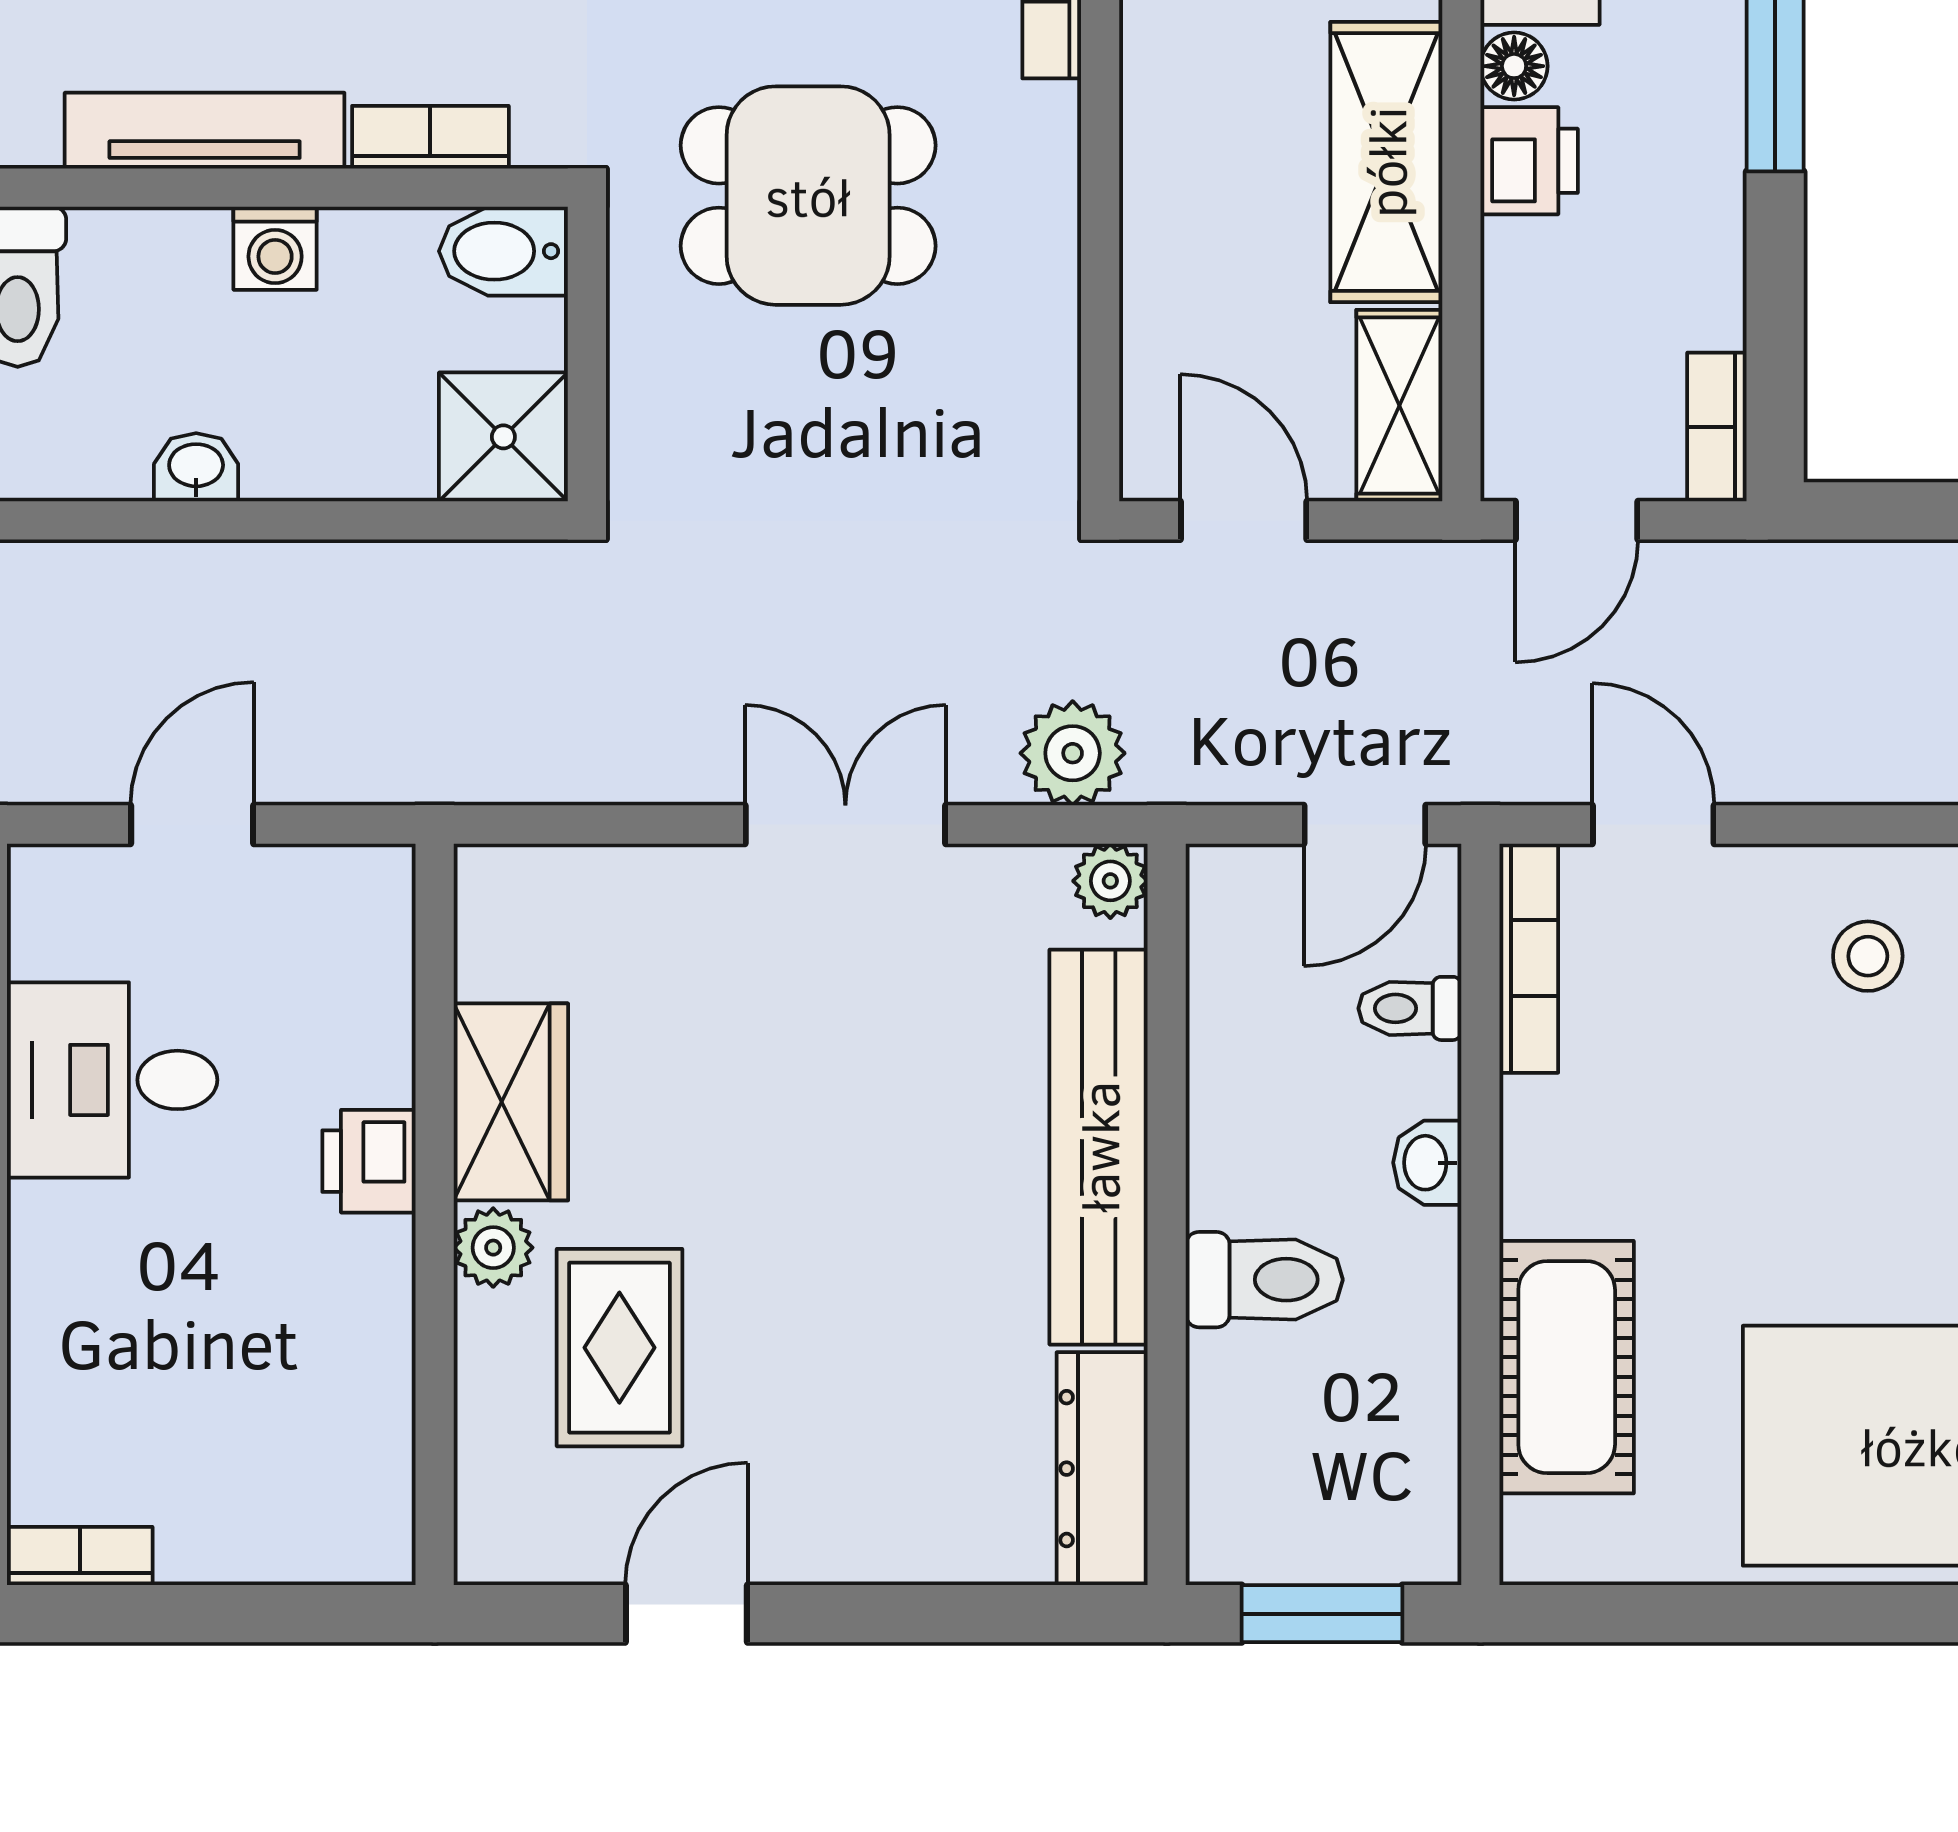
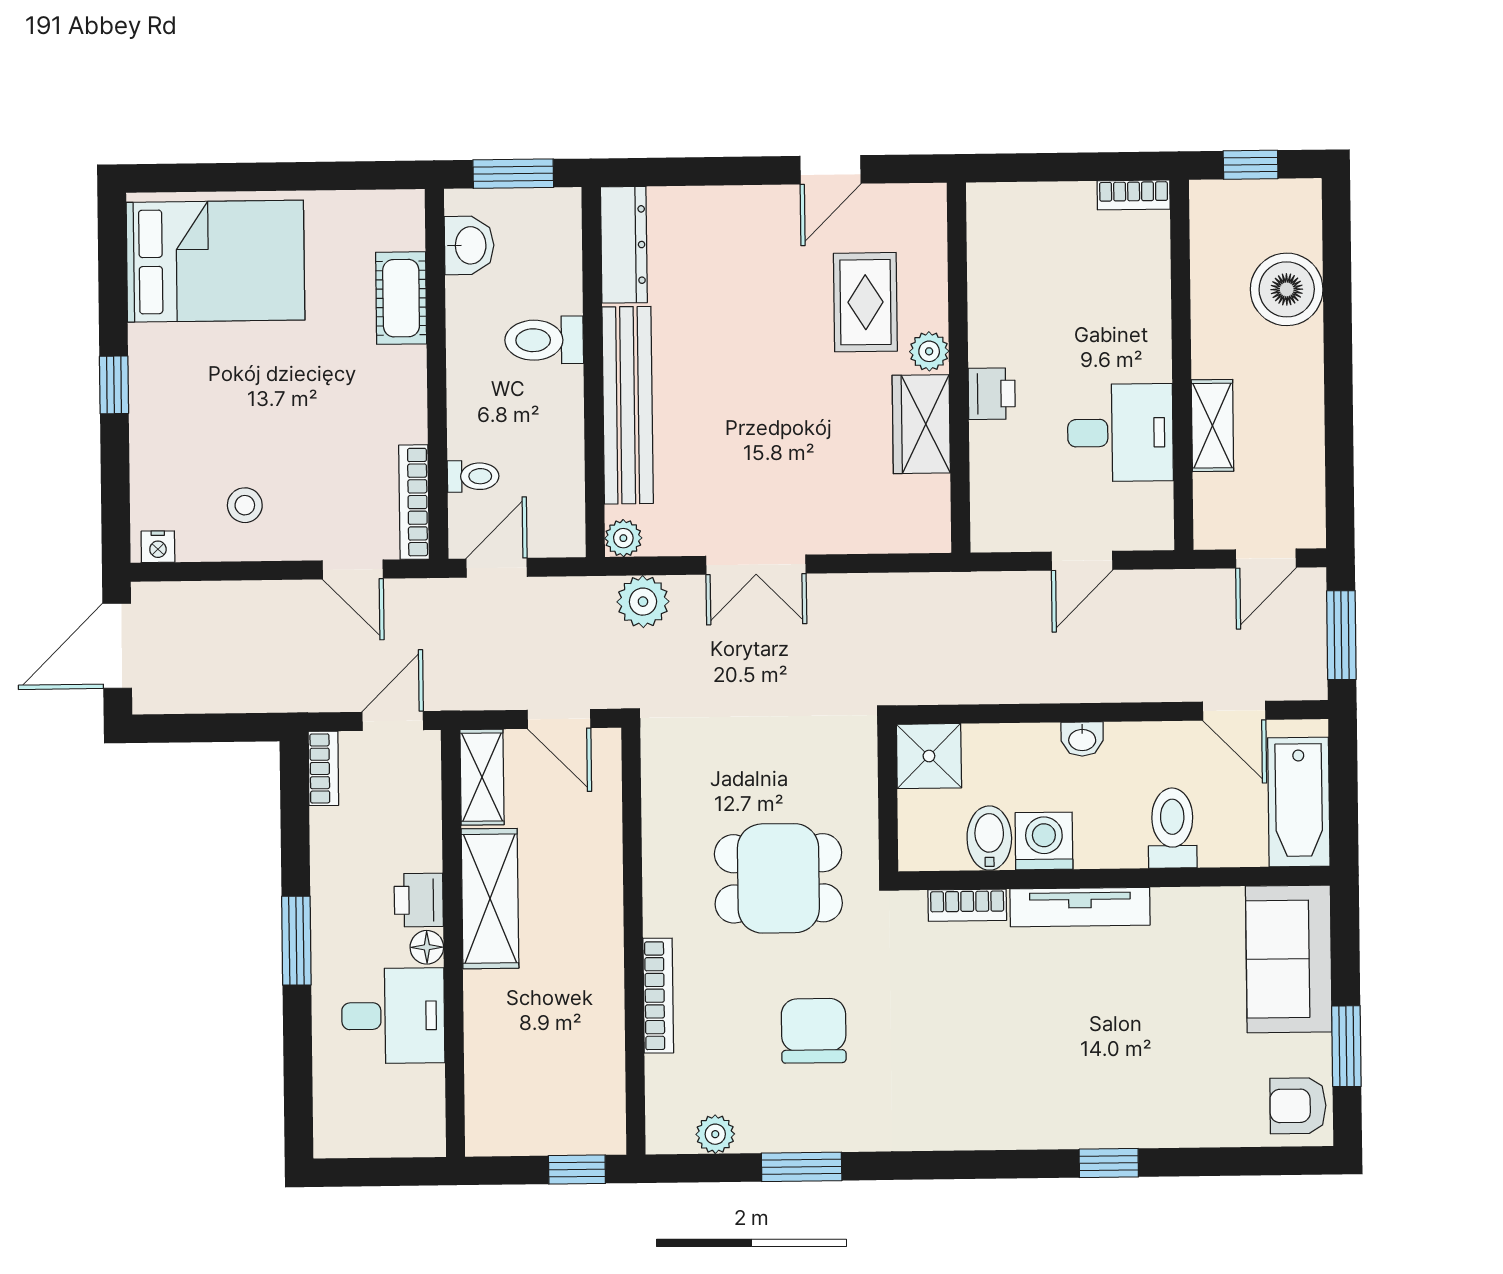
washing machine: (275, 248) -> (1044, 841), width x1.38, depth x1.38
bidet: (503, 251) -> (989, 838), moved, turned -90
washbasin: (1427, 1163) -> (469, 245), moved, width x1.38, depth x1.45
cot: (1567, 1367) -> (401, 298), width x0.73, depth x0.75

